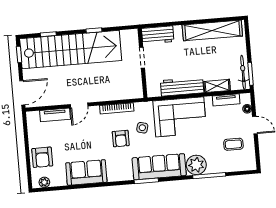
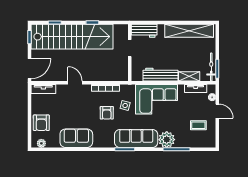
door: (79, 105) -> (75, 83), swing flipped
tv unit: (55, 115) -> (43, 89), moved

